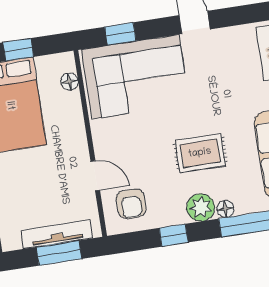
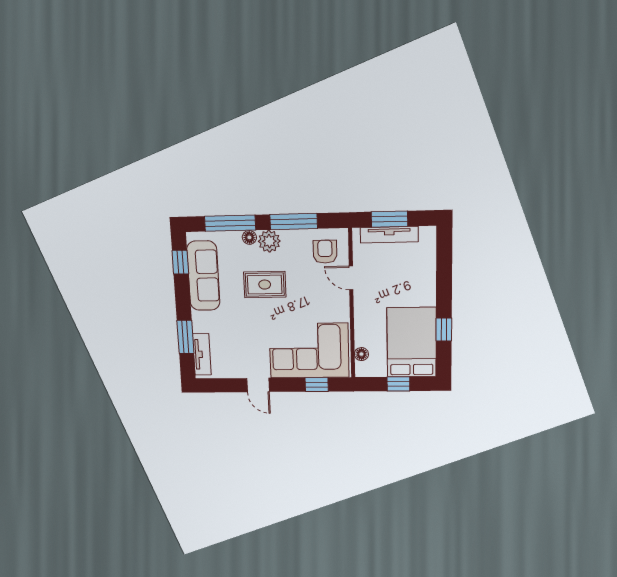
window: (174, 235) -> (294, 222), width x2.17

